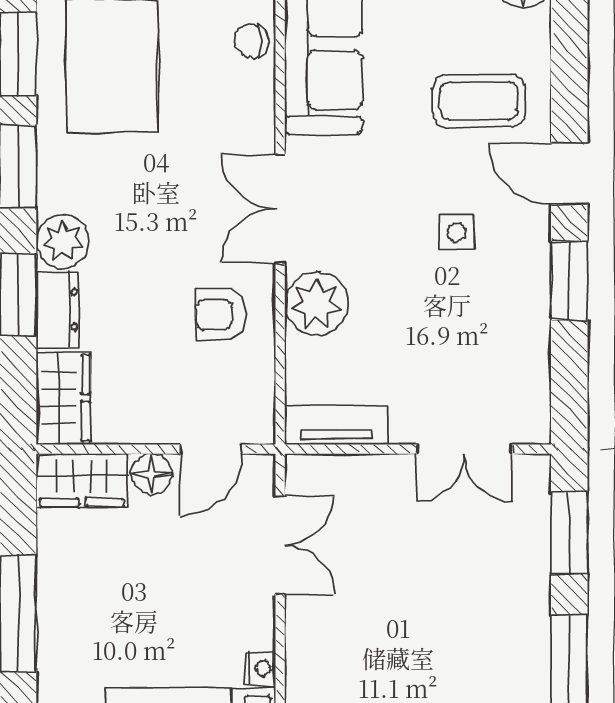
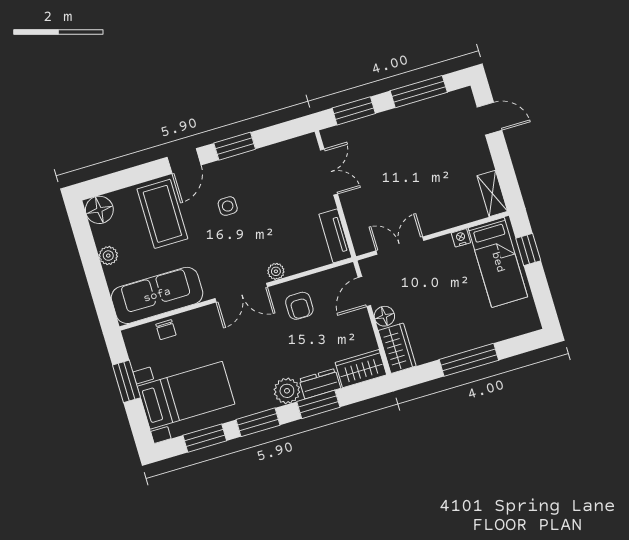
coffee table: (479, 101) -> (162, 214), width x1.36, depth x1.32
plant: (316, 304) -> (276, 271), width x0.53, depth x0.53
door: (211, 449) -> (364, 292), swing flipped

